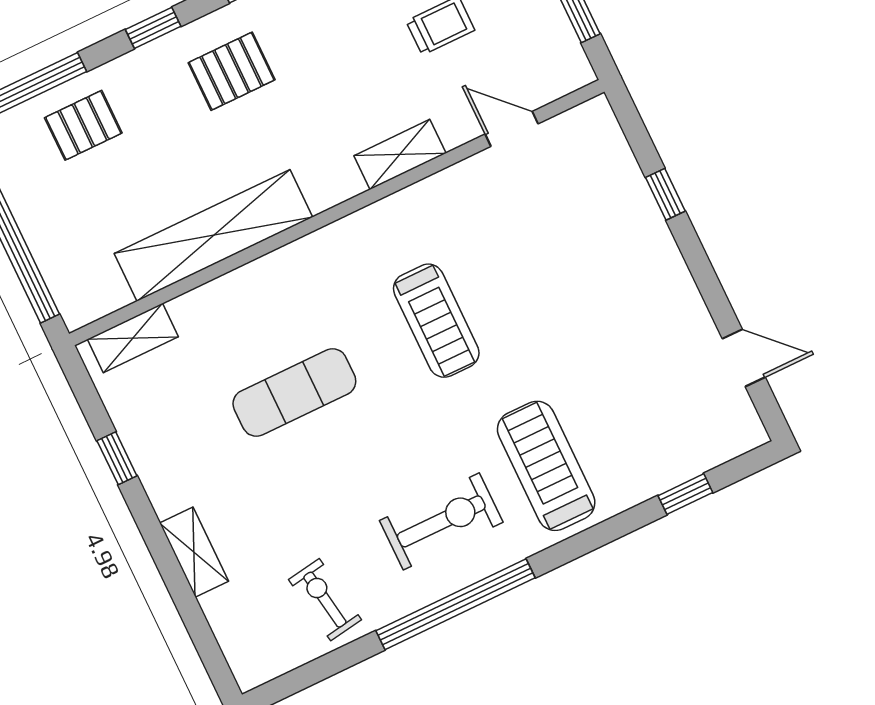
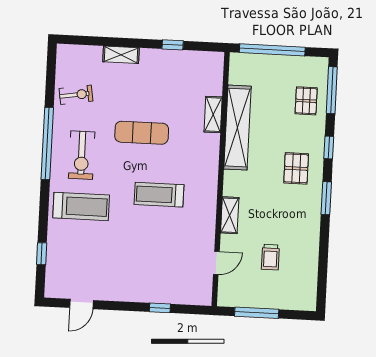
shelving: (133, 338) -> (213, 114), moved
exercise mat: (294, 392) -> (142, 133), moved, turned 90

